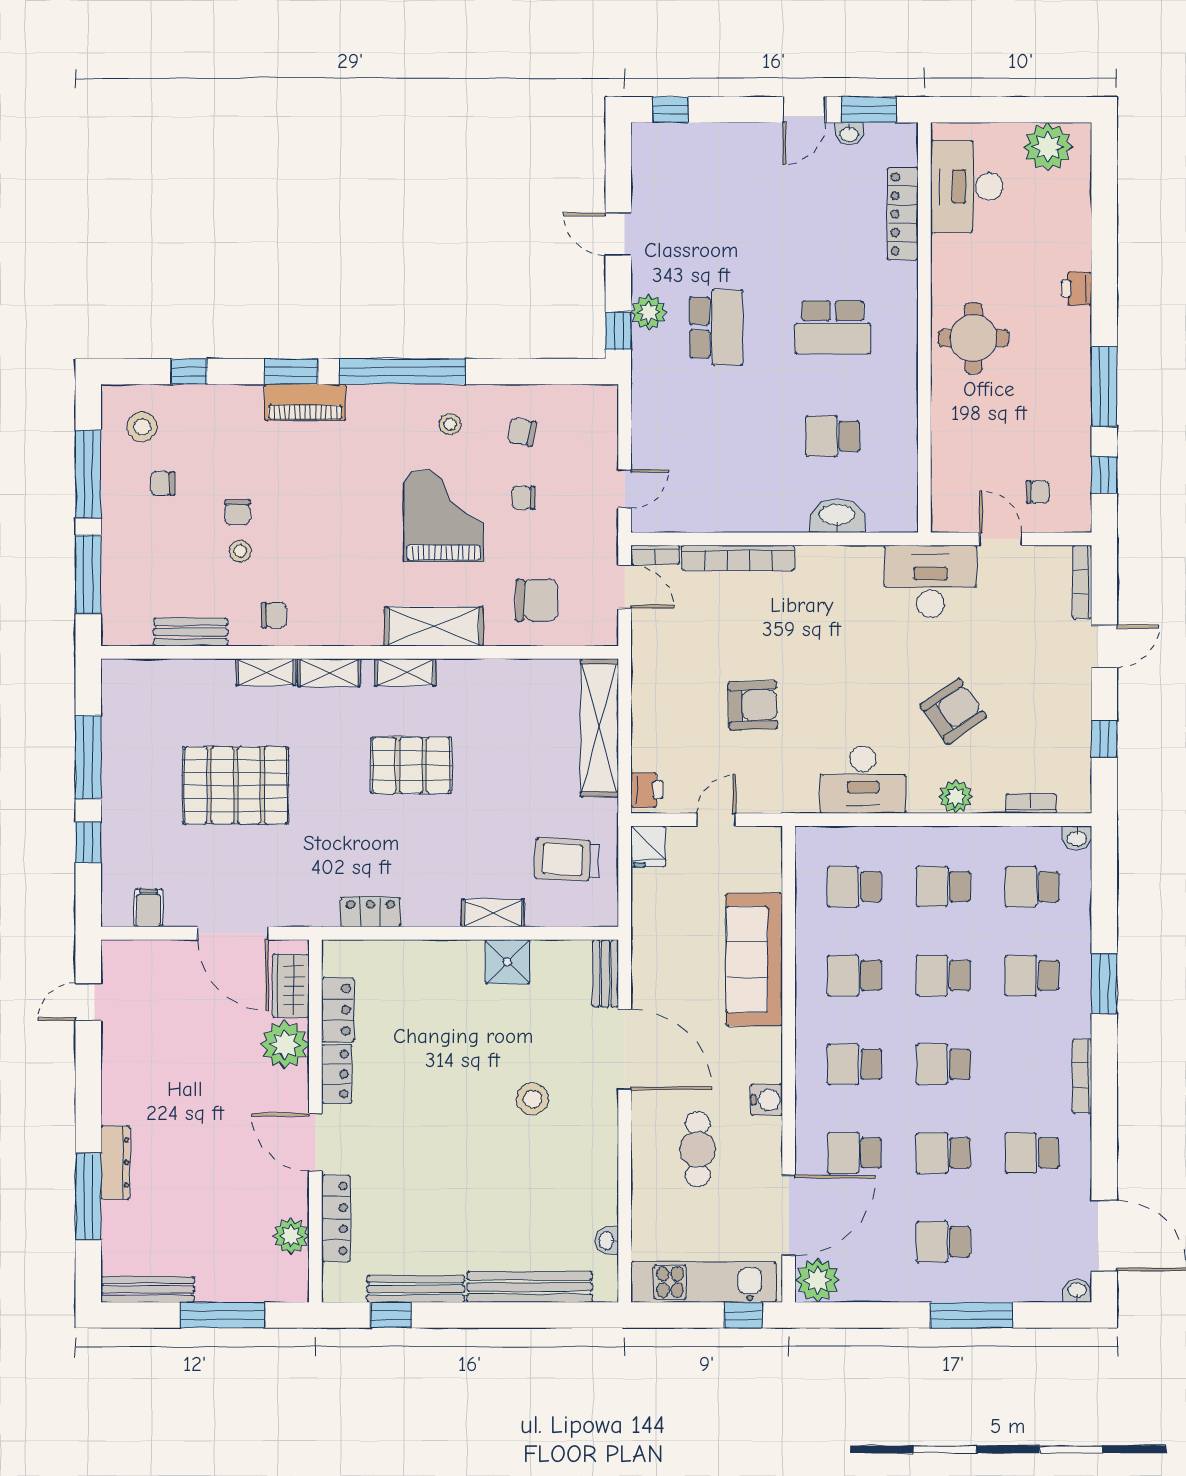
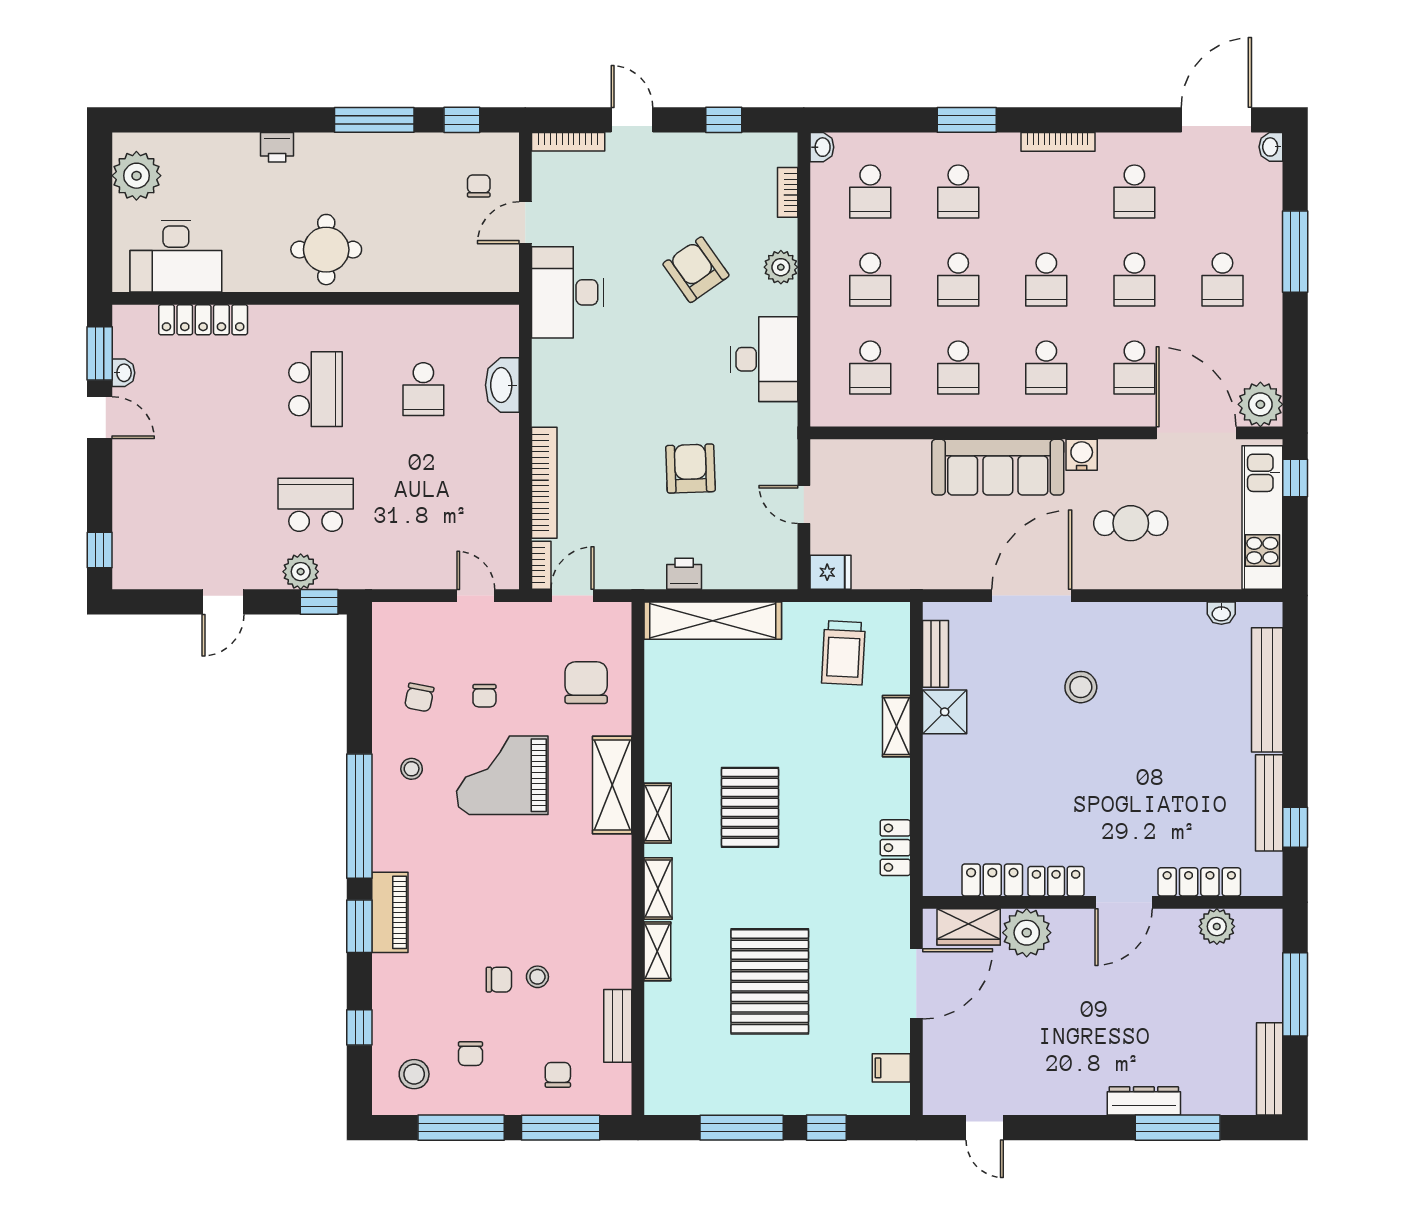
chair: (274, 615) -> (558, 1075), moved
printer: (647, 790) -> (684, 574), moved
sofa: (754, 960) -> (998, 467), moved
bench: (605, 973) -> (935, 654), moved, turned 90

